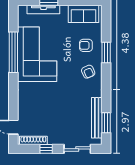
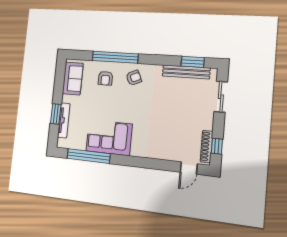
window: (13, 52) -> (89, 156), moved
window: (106, 53) -> (115, 57), width x2.11
corner sofa: (37, 54) -> (109, 138), width x0.73, depth x0.74
window: (46, 149) -> (217, 146), moved

